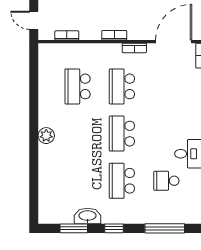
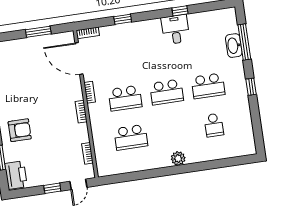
school desk: (166, 181) -> (214, 125), moved
washbasin: (88, 216) -> (234, 46), moved
window: (74, 228) -> (256, 122), removed

